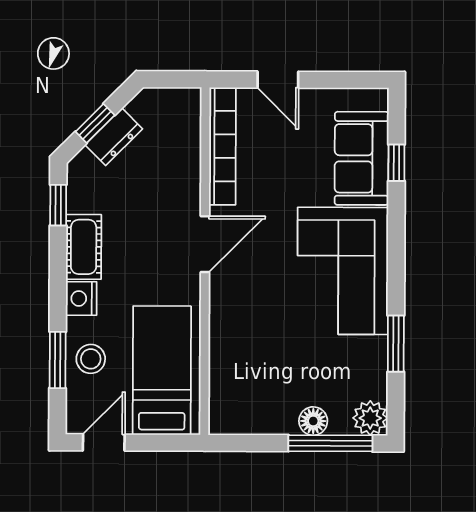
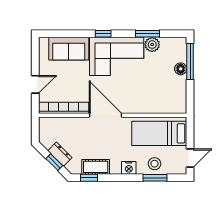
window: (396, 163) -> (103, 34), moved
door: (205, 244) -> (105, 115), width x1.36
cot: (84, 247) -> (96, 167), moved
plant: (370, 418) -> (152, 45), moved
door: (104, 442) -> (190, 158), swing flipped

